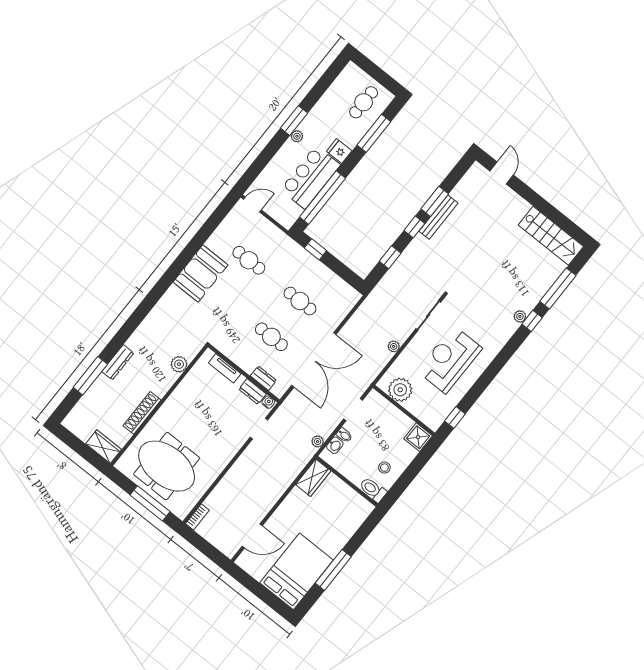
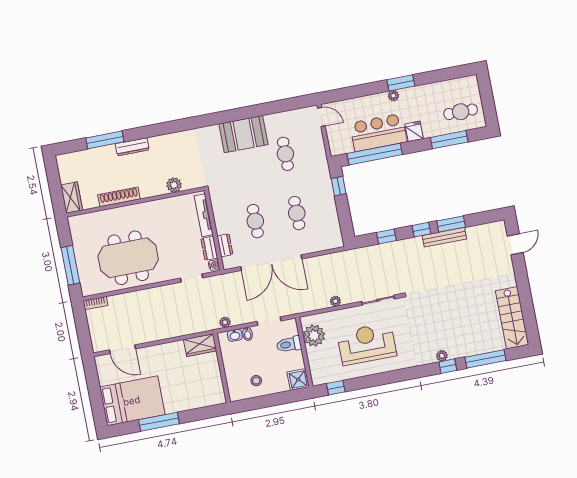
tv unit: (225, 368) -> (204, 215), width x1.41
meeting table: (167, 466) -> (128, 258), moved, turned 90
toilet: (373, 490) -> (289, 344), moved, turned -90

